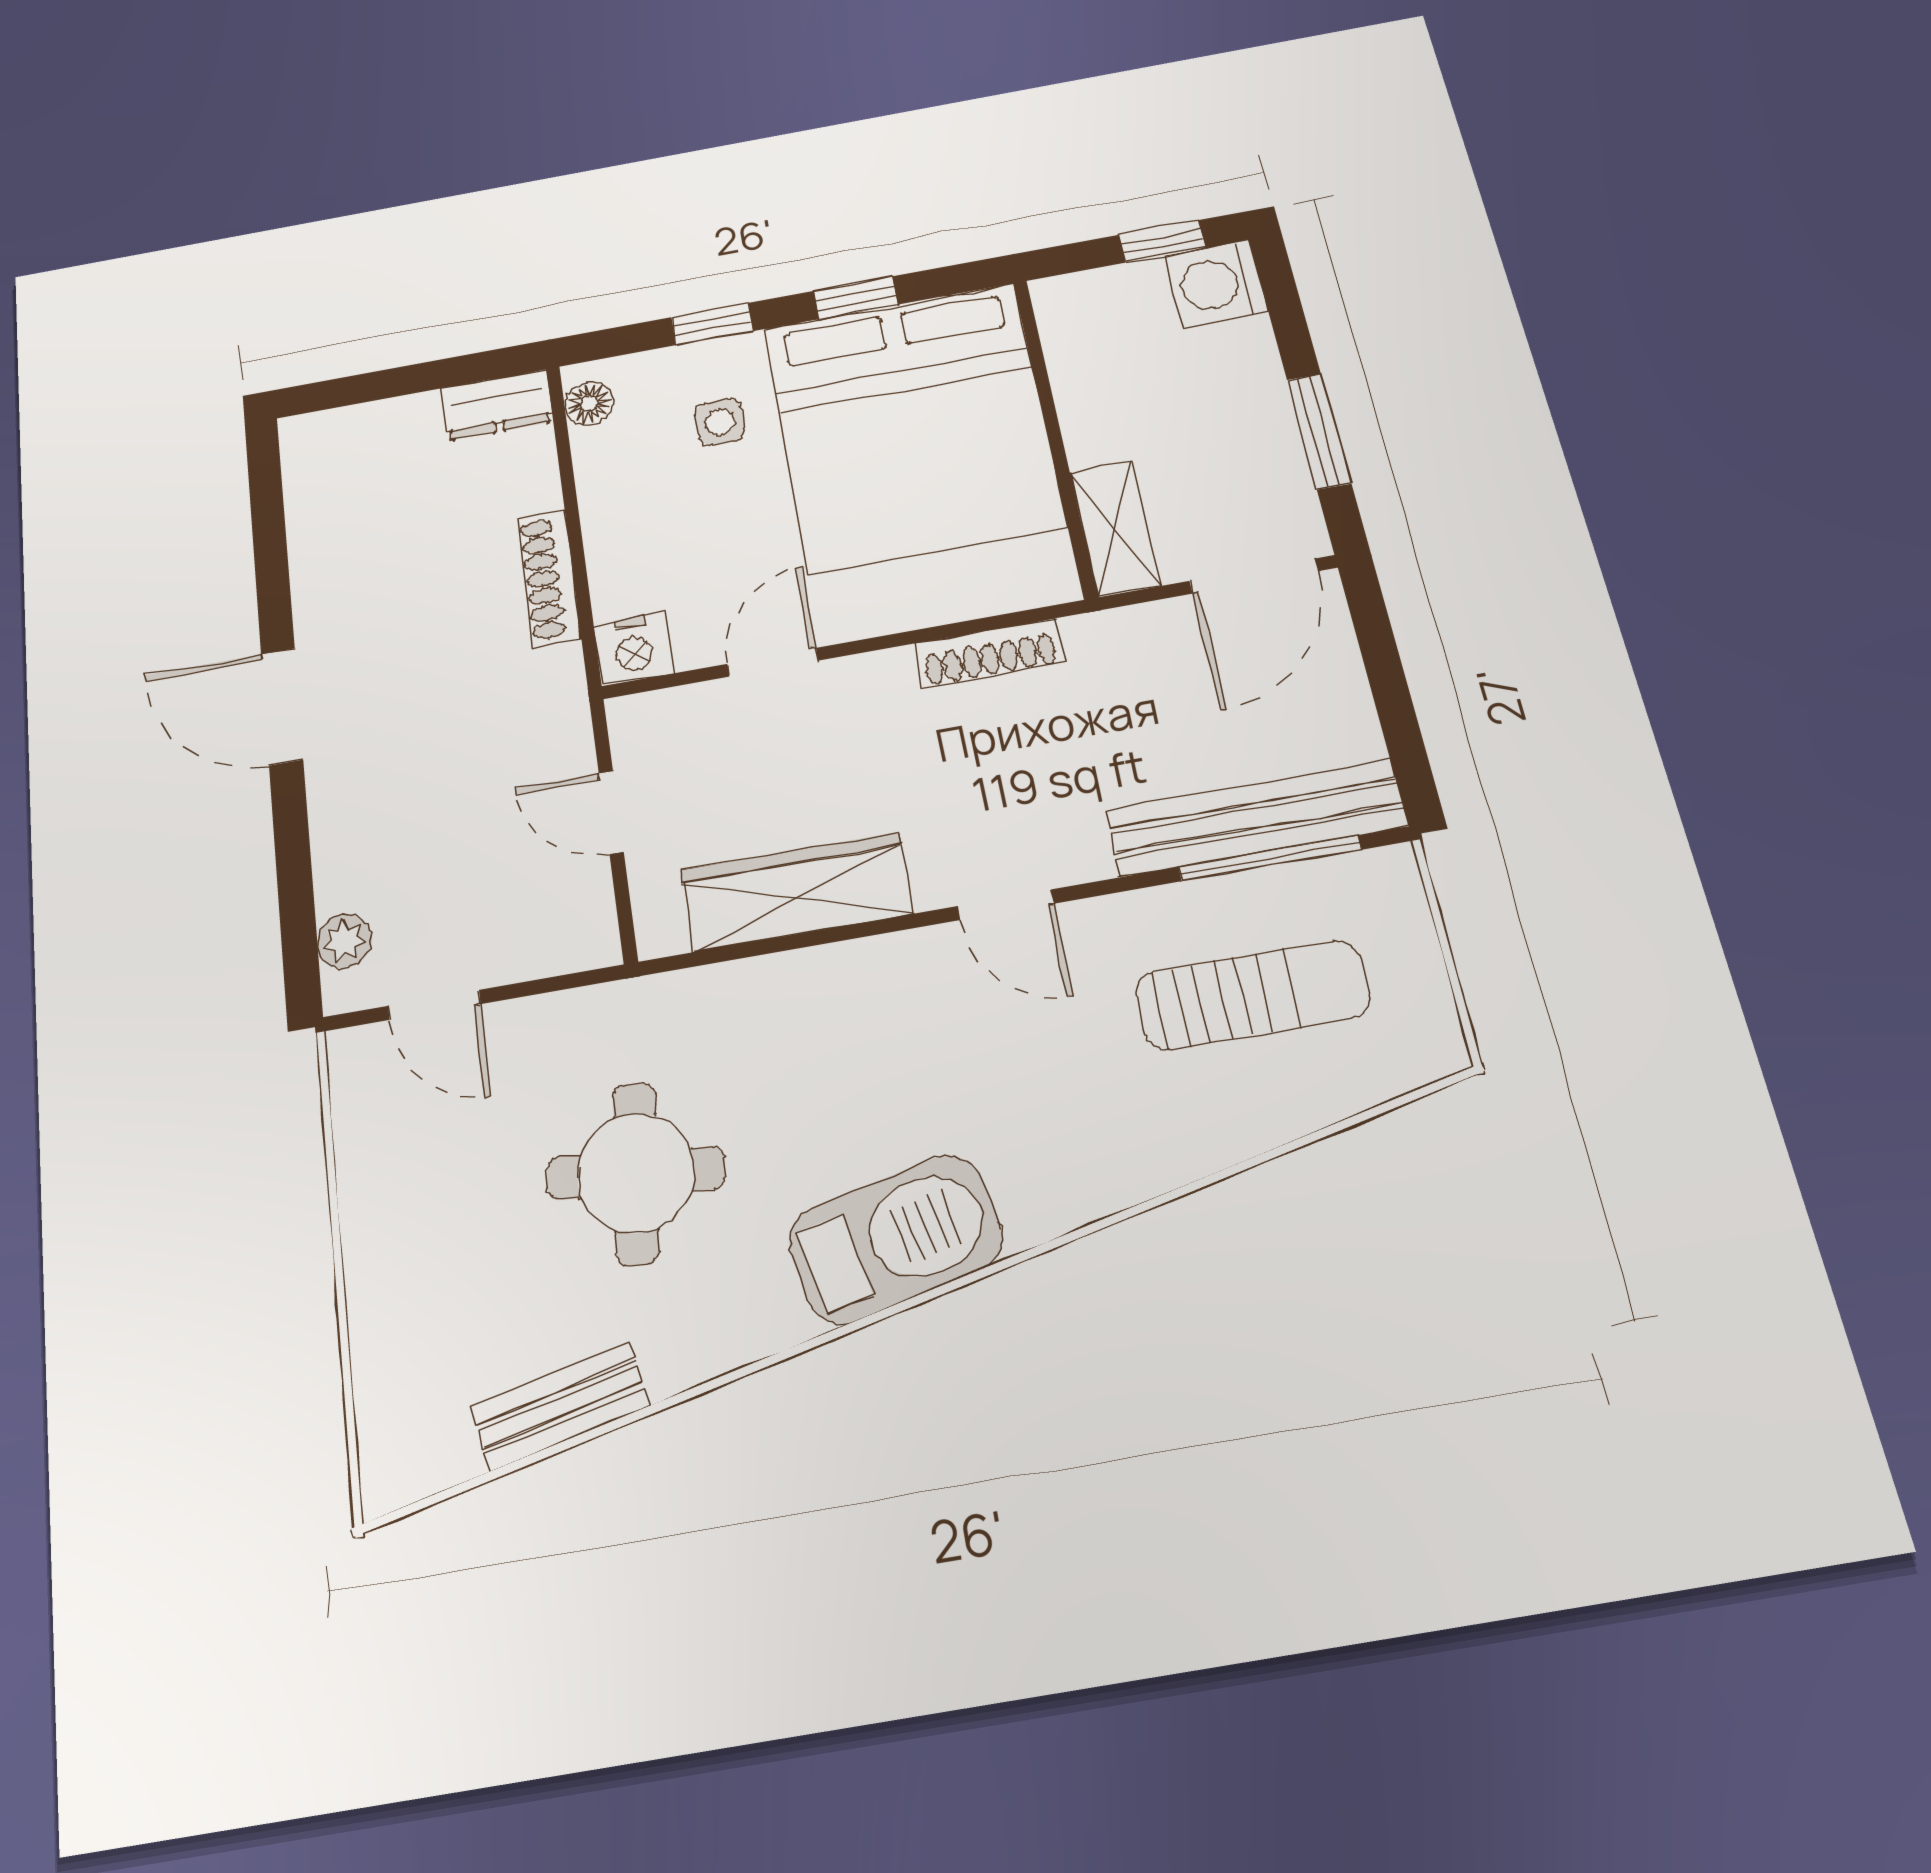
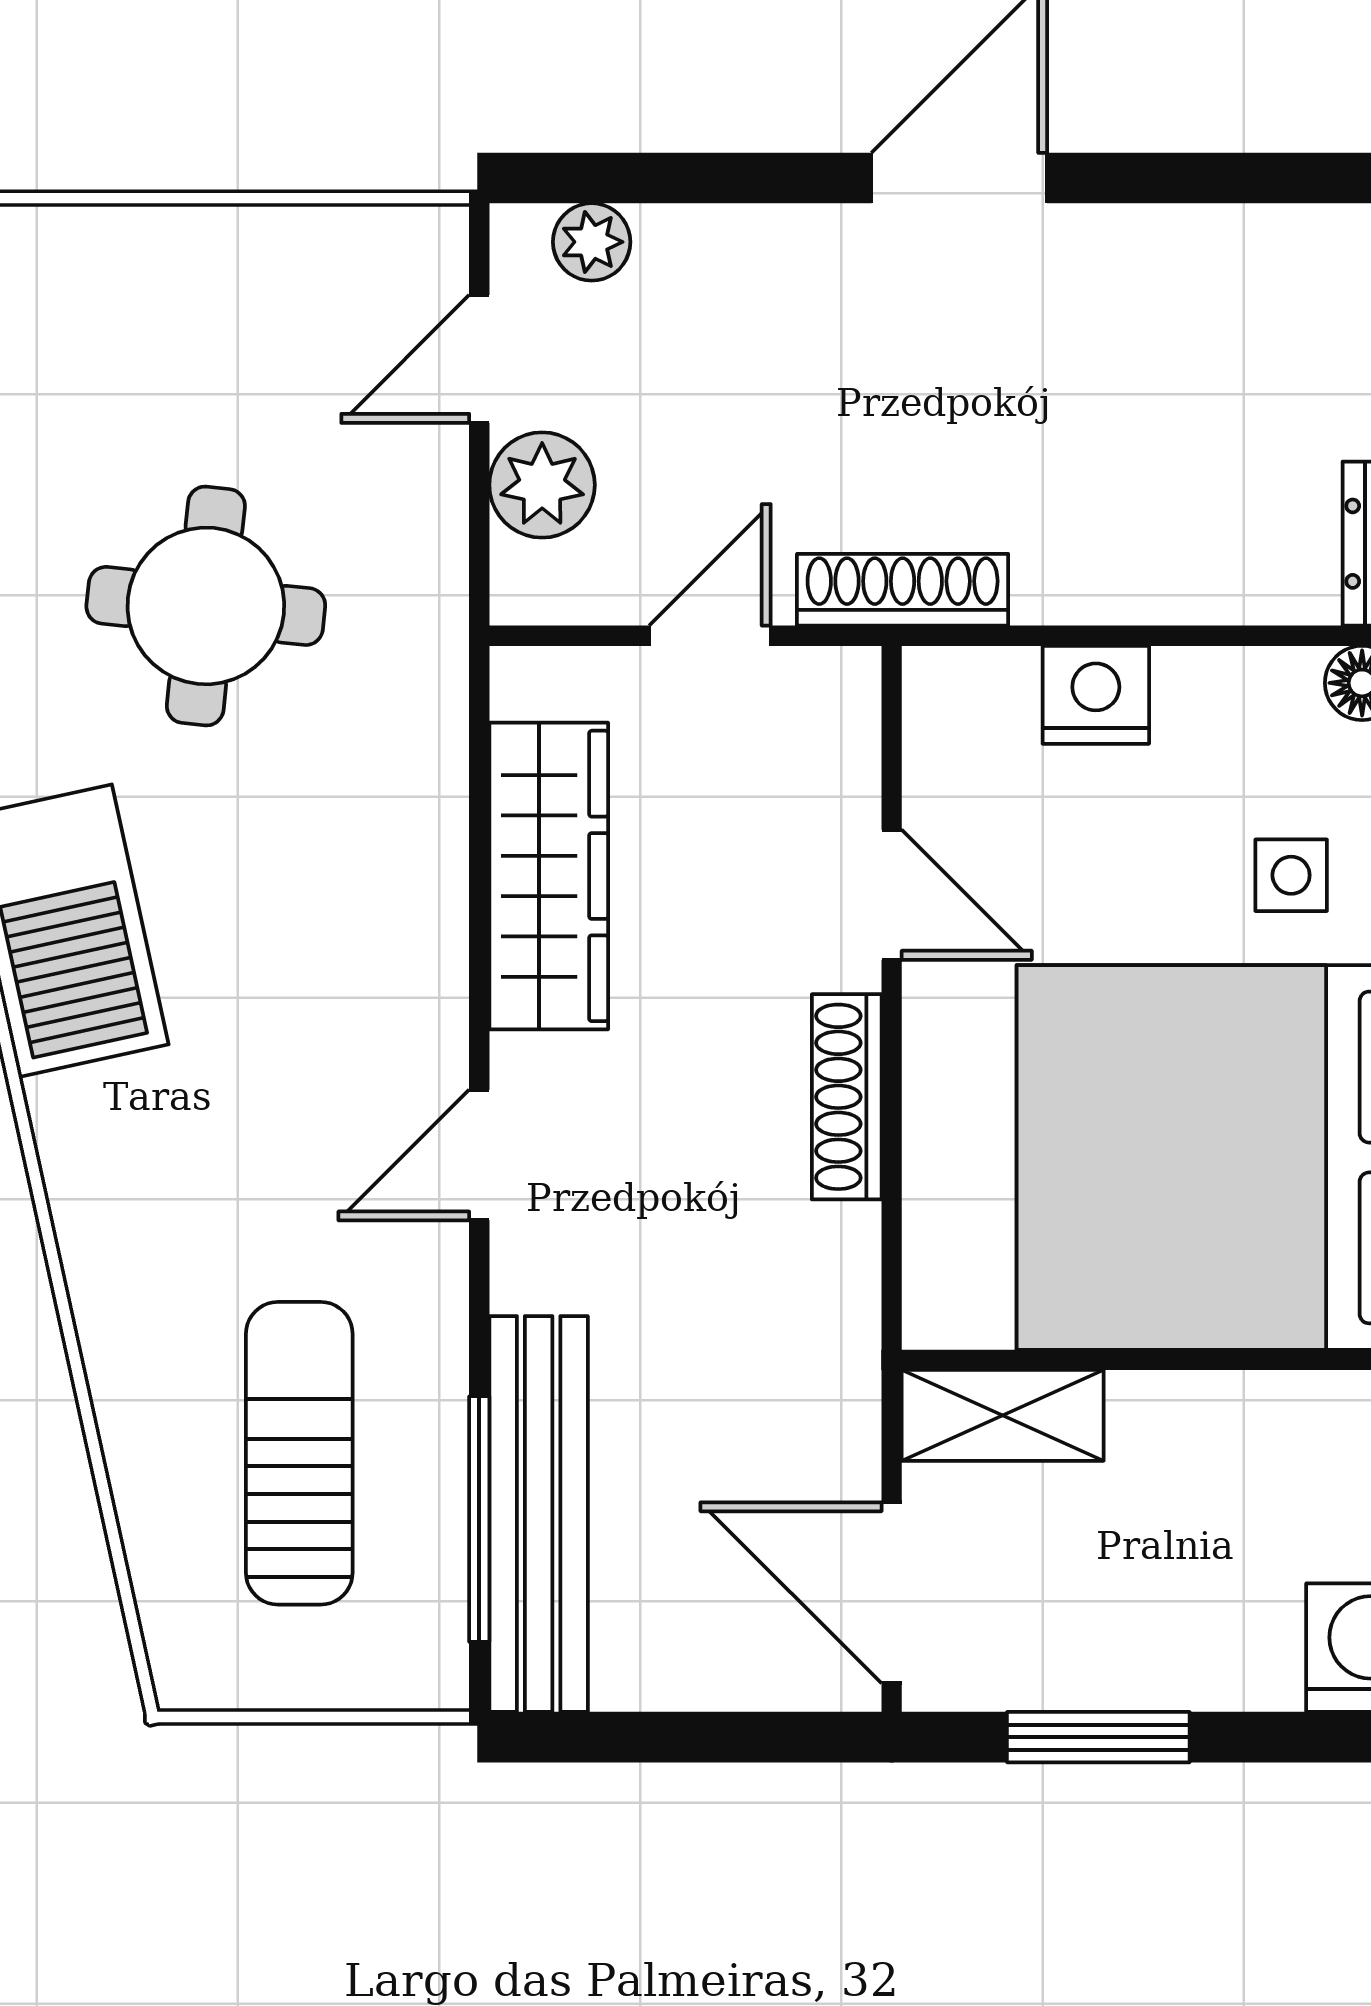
shoe rack: (549, 578) -> (903, 590), moved
nightstand: (634, 649) -> (1096, 695), moved, turned 90
shoe rack: (989, 653) -> (847, 1097), moved
plant: (519, 945) -> (542, 485), added
sun lounger: (1252, 995) -> (299, 1453), turned 180

